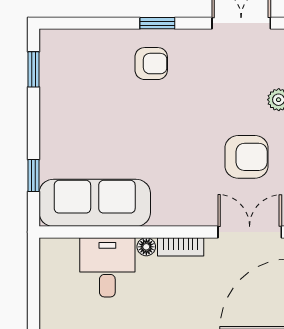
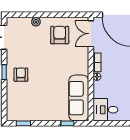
desk: (107, 267) -> (105, 110), moved

